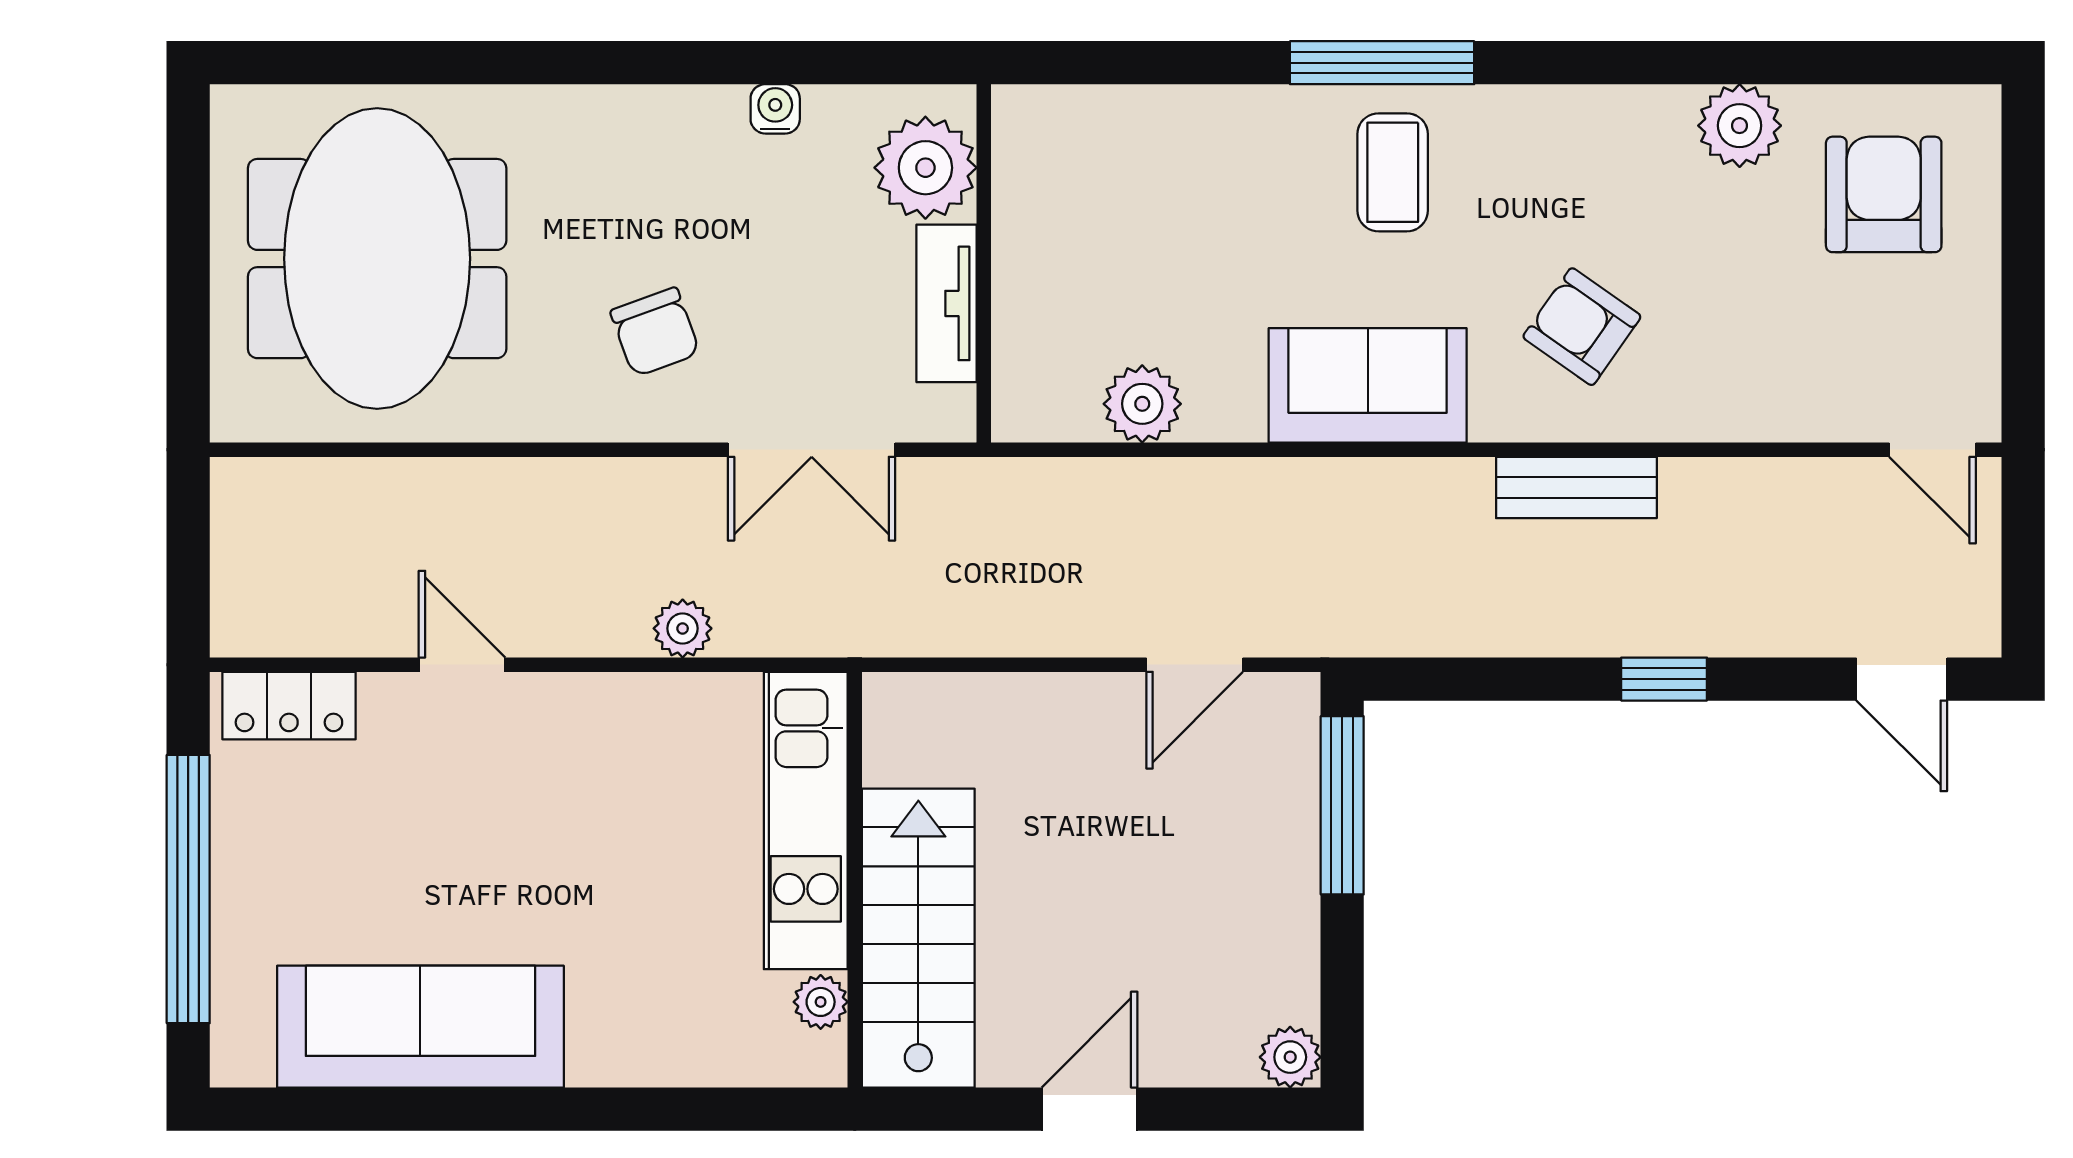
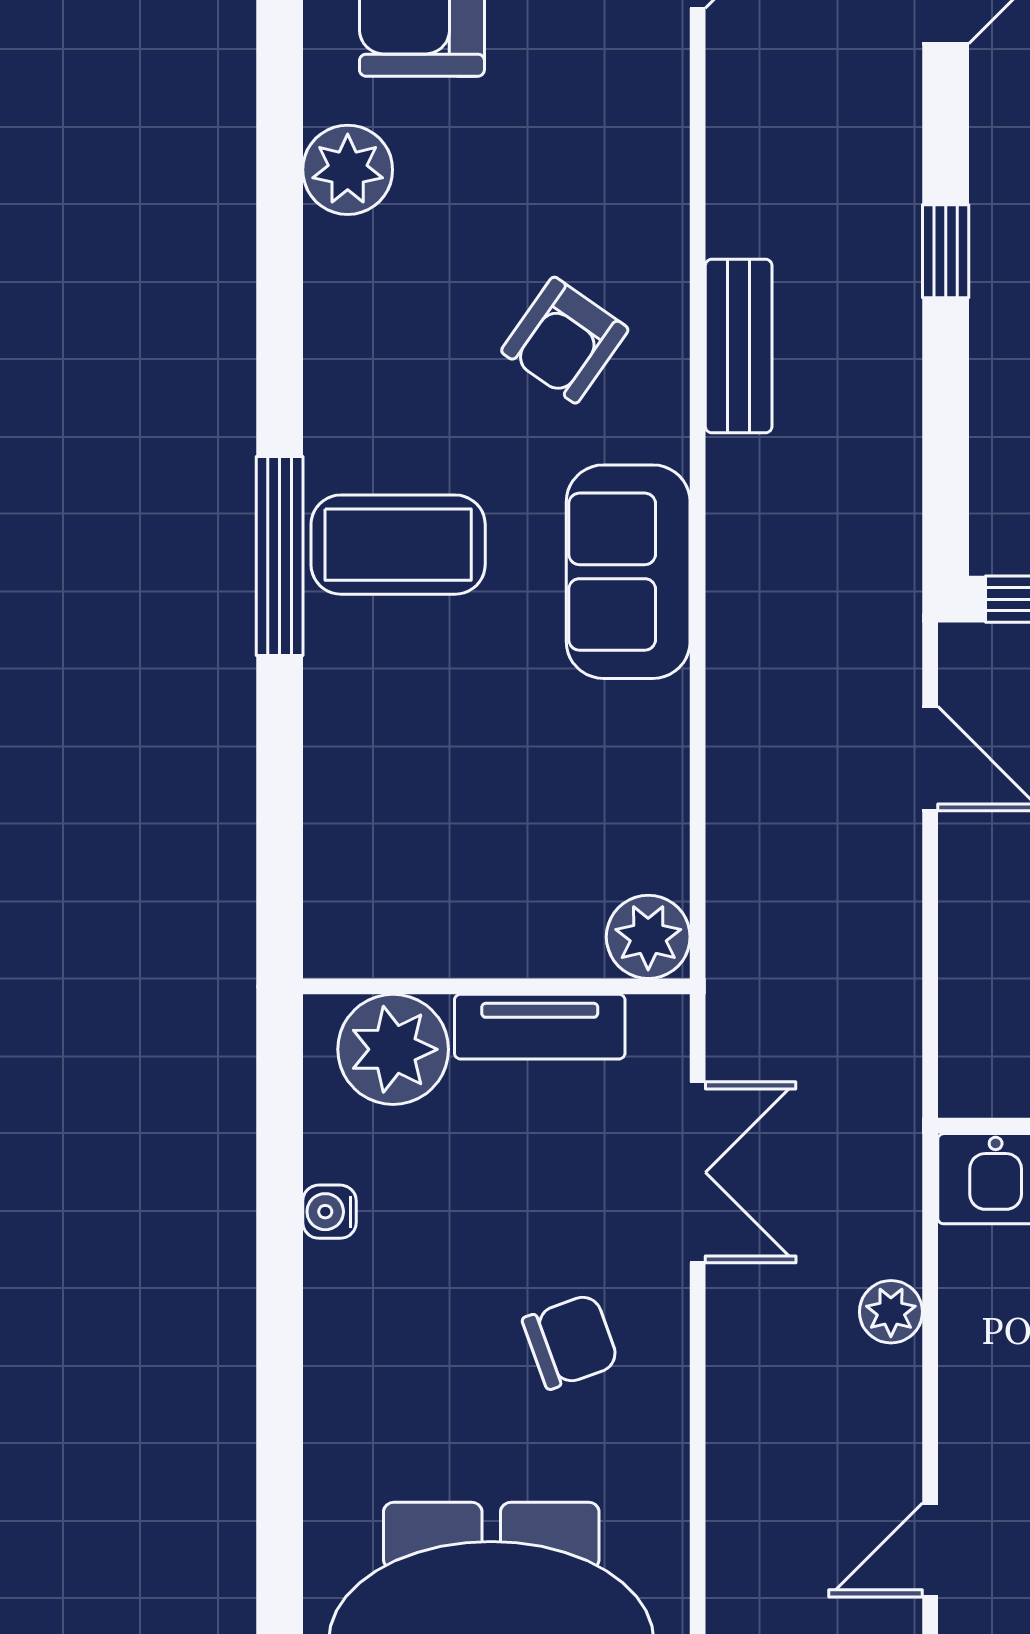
coffee table: (1393, 172) -> (398, 545), width x1.36, depth x1.30
plant: (1142, 404) -> (648, 937), moved

